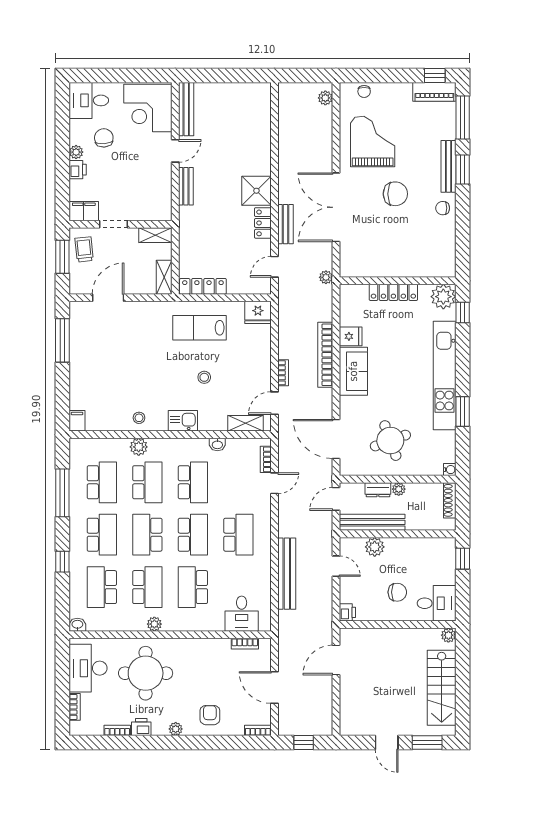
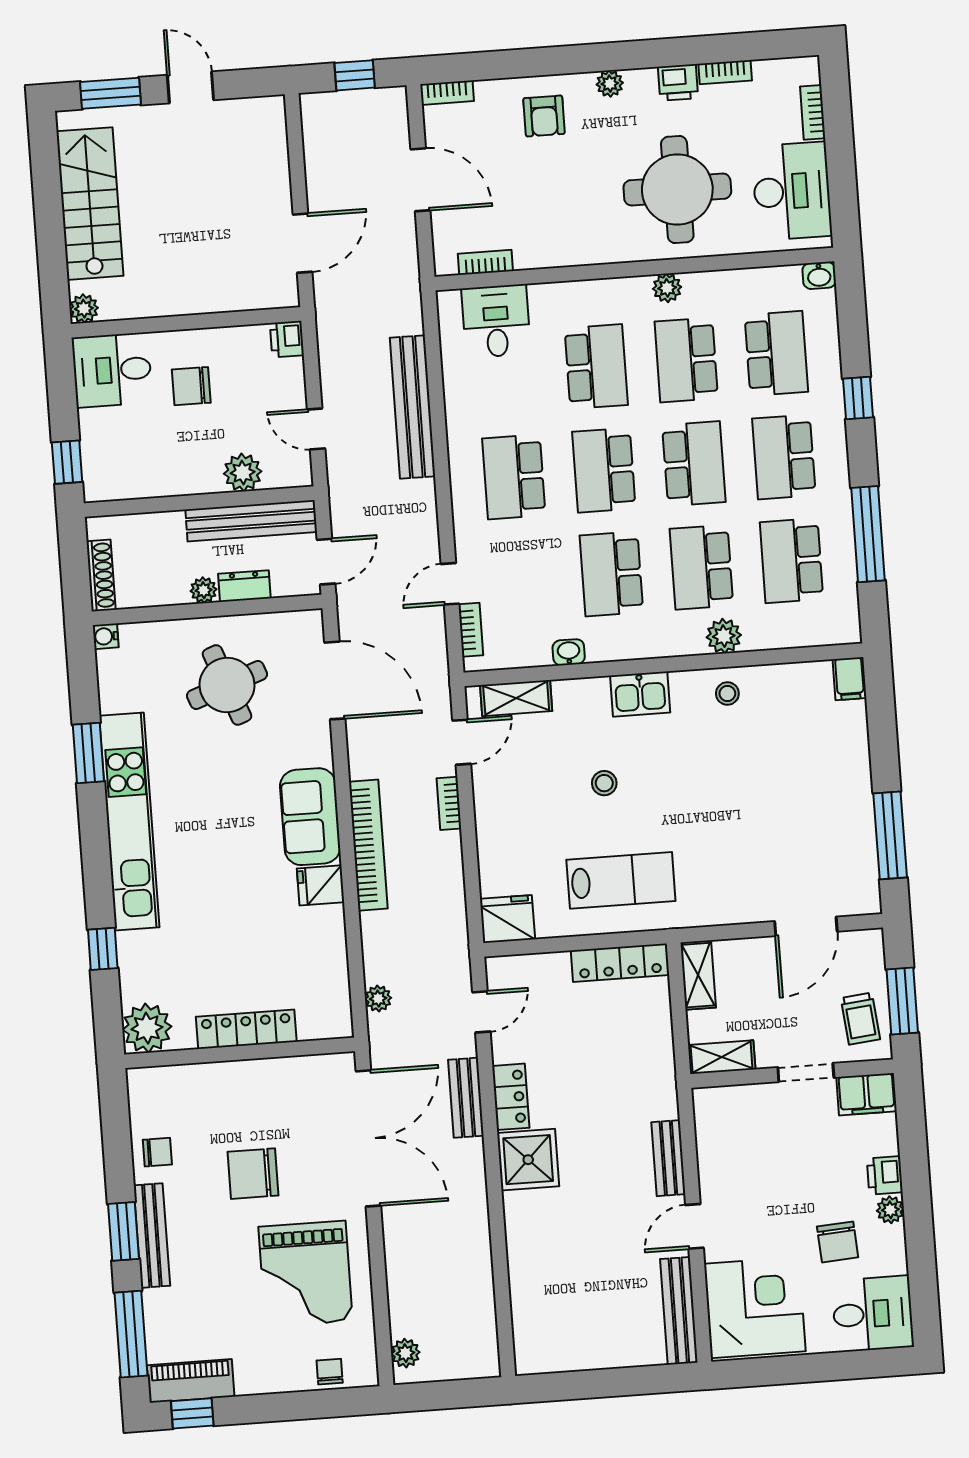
wall: (398, 281) -> (240, 1053), moved
locker: (393, 292) -> (246, 1029), moved
plant: (443, 297) -> (147, 1028), moved

